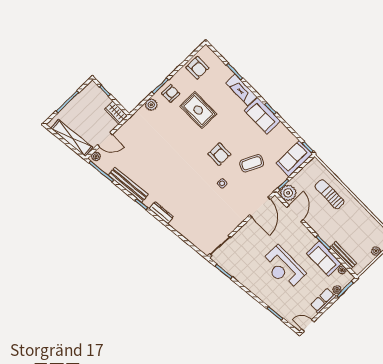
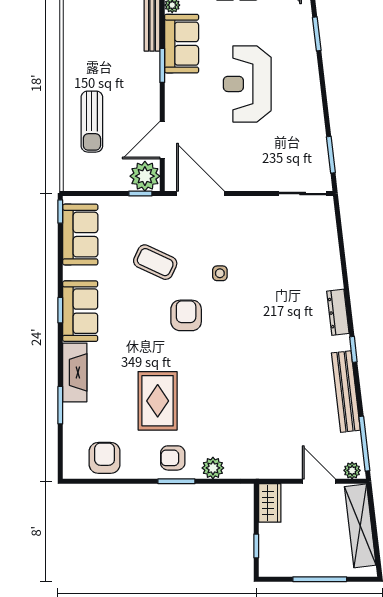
sofa: (294, 159) -> (80, 235), moved, turned -90
door: (260, 207) -> (200, 194), hinge flipped
reception desk: (283, 268) -> (247, 84), turned 180

